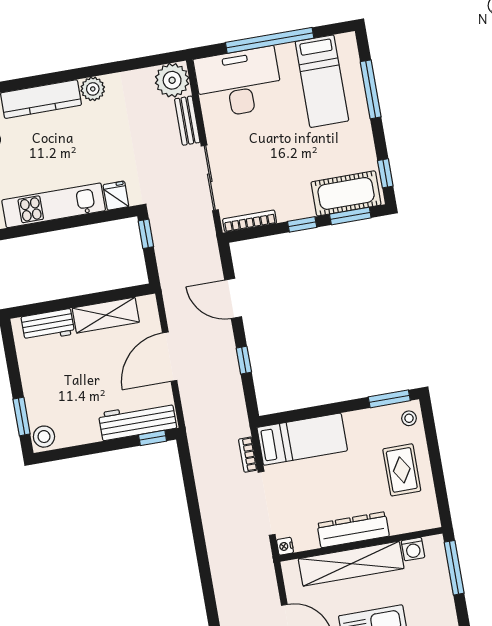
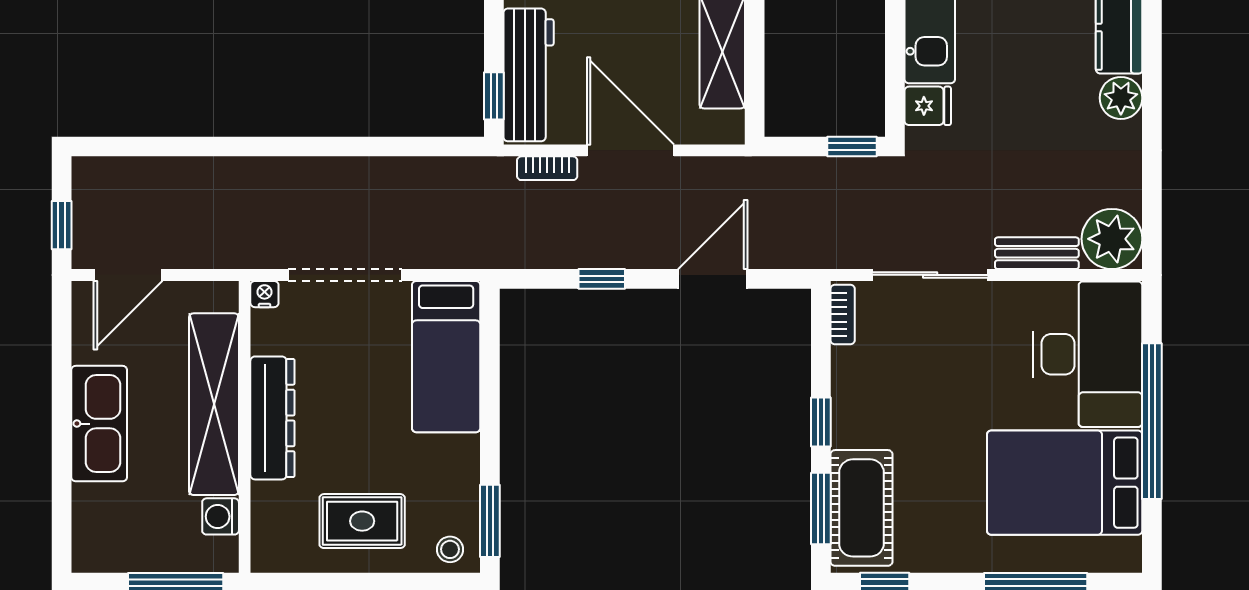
bed: (322, 81) -> (1065, 483), width x1.50
bookcase: (250, 221) -> (843, 314), width x0.64
bookcase: (248, 455) -> (547, 168), moved, turned 180

